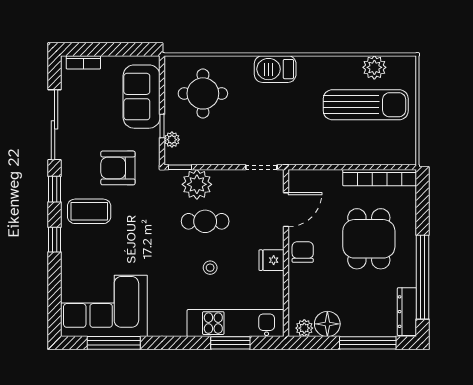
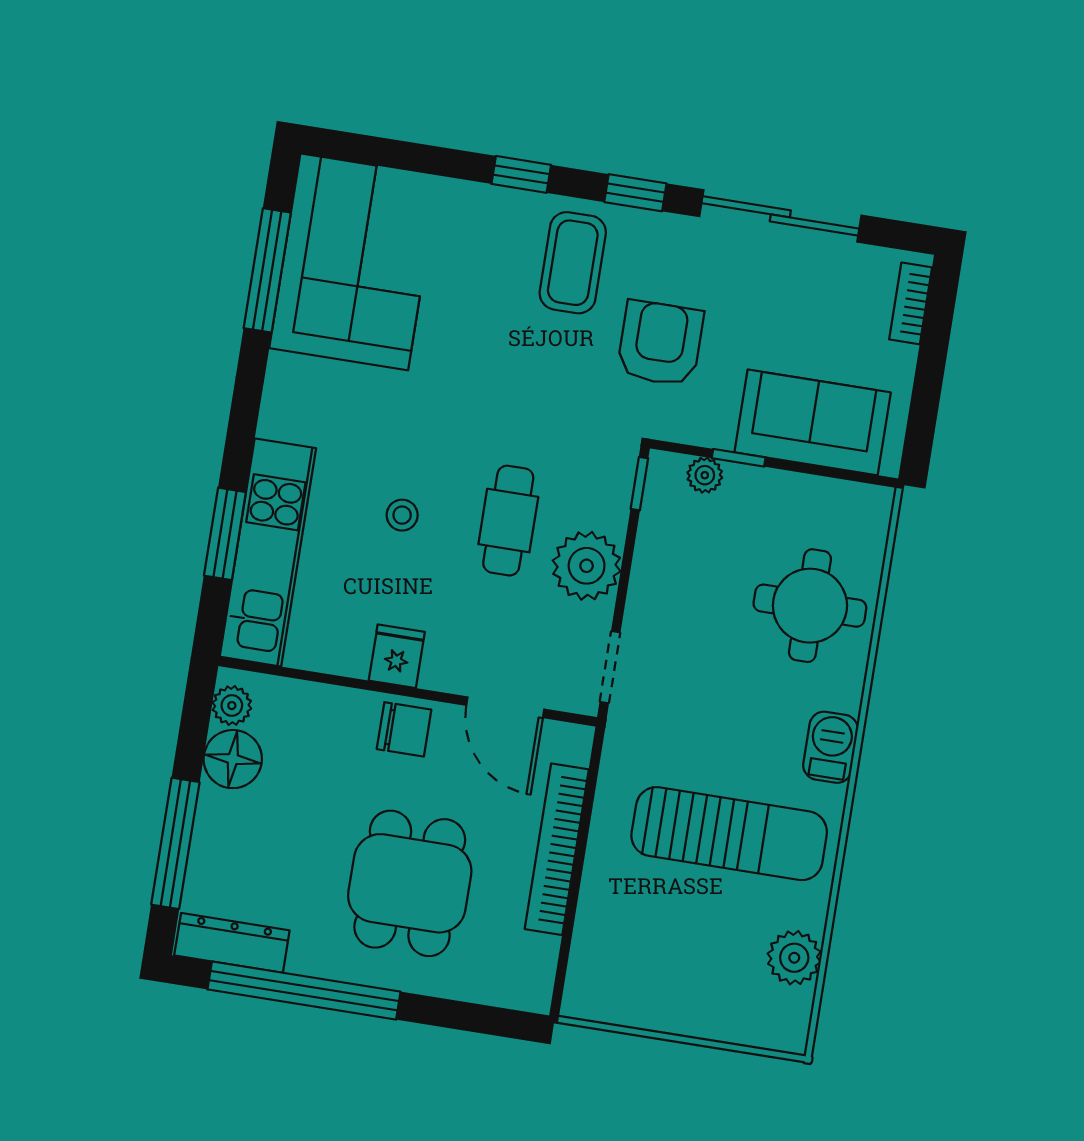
barbecue: (275, 69) -> (831, 747), width x0.73, depth x0.79
round table: (203, 93) -> (810, 606), moved
sun lounger: (366, 105) -> (729, 834), moved, turned -90
bookcase: (380, 178) -> (557, 849), moved
plant: (197, 184) -> (587, 566), moved
dining table: (369, 239) -> (410, 883), turned 90

